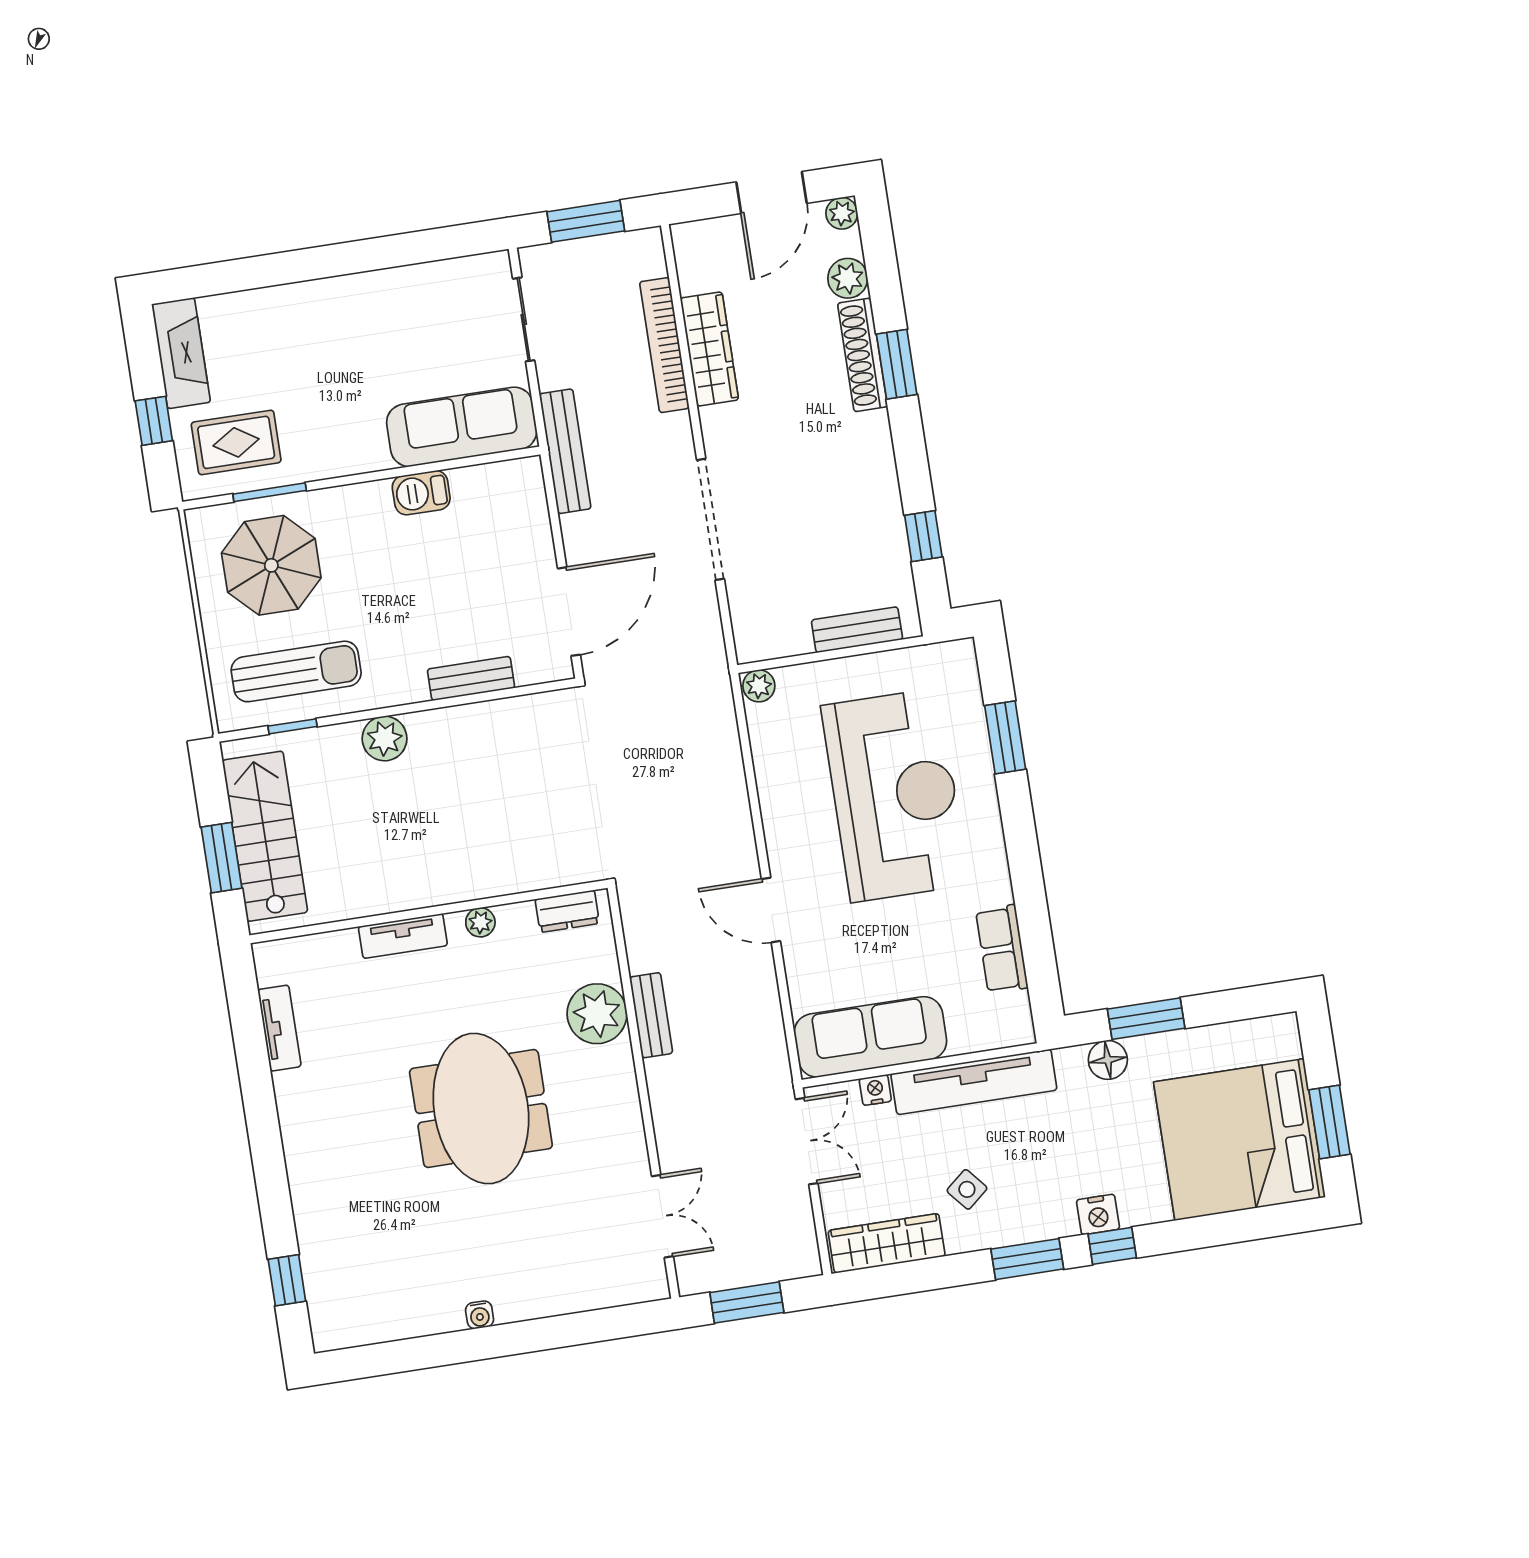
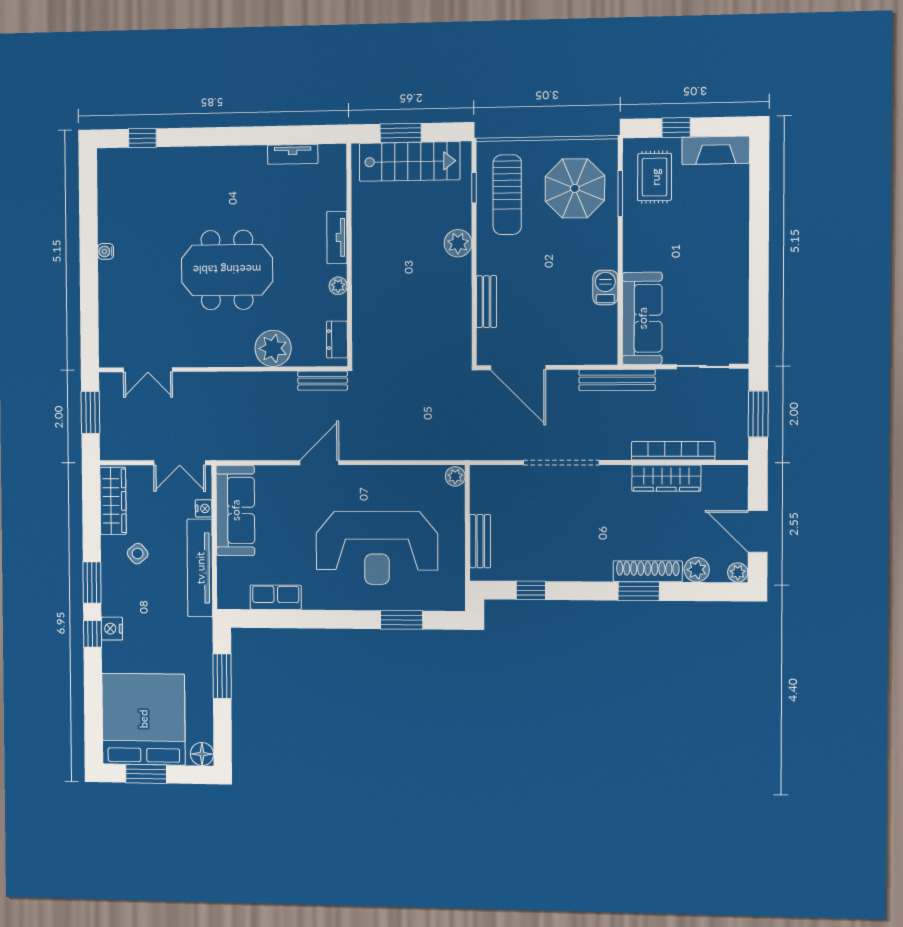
bench: (651, 1015) -> (323, 381), moved
floor lamp: (1108, 1060) -> (202, 754), moved

